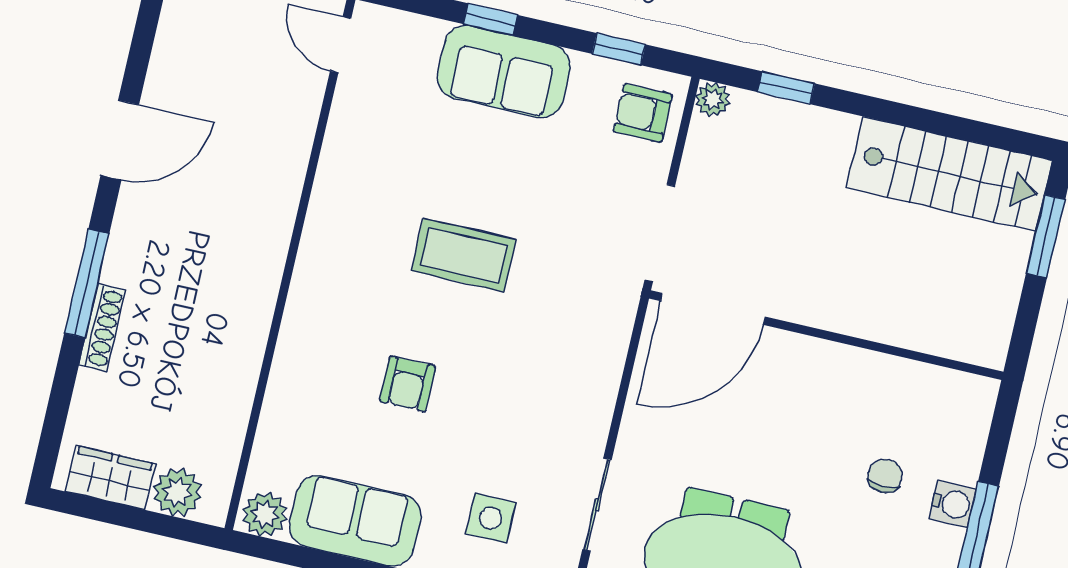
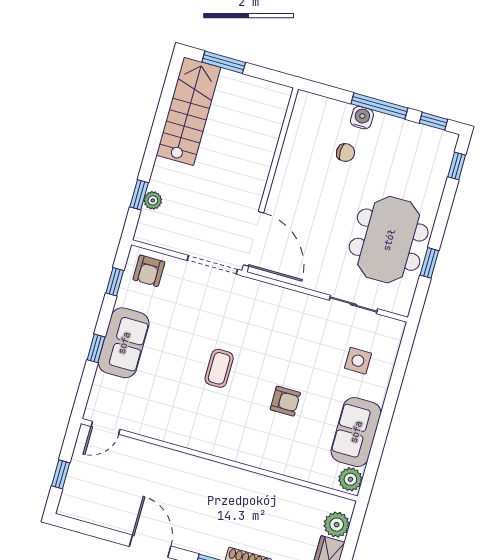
plant: (713, 99) -> (153, 200), moved
coffee table: (464, 255) -> (219, 368), width x0.73, depth x0.77
chair: (885, 476) -> (346, 153), turned 180

